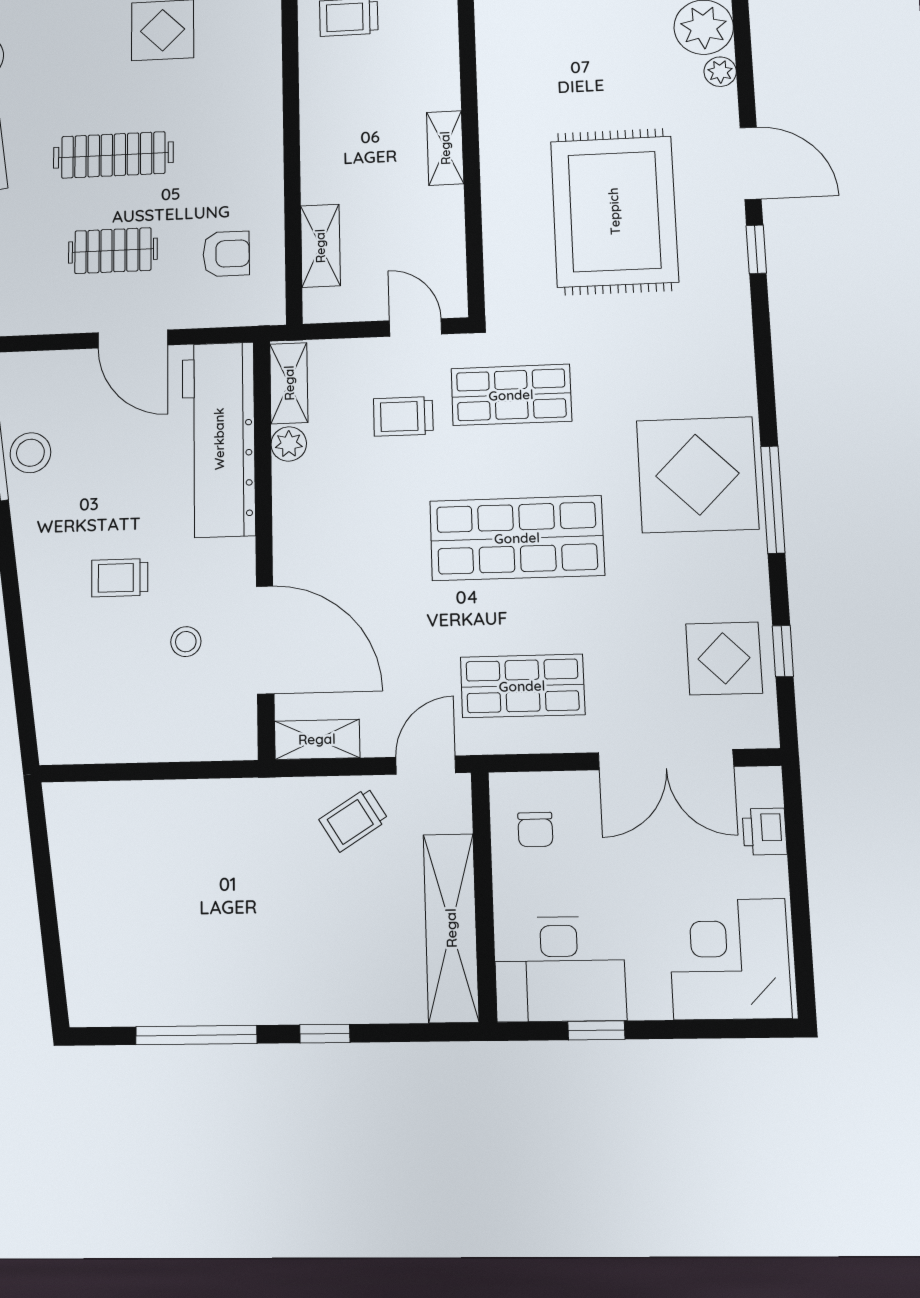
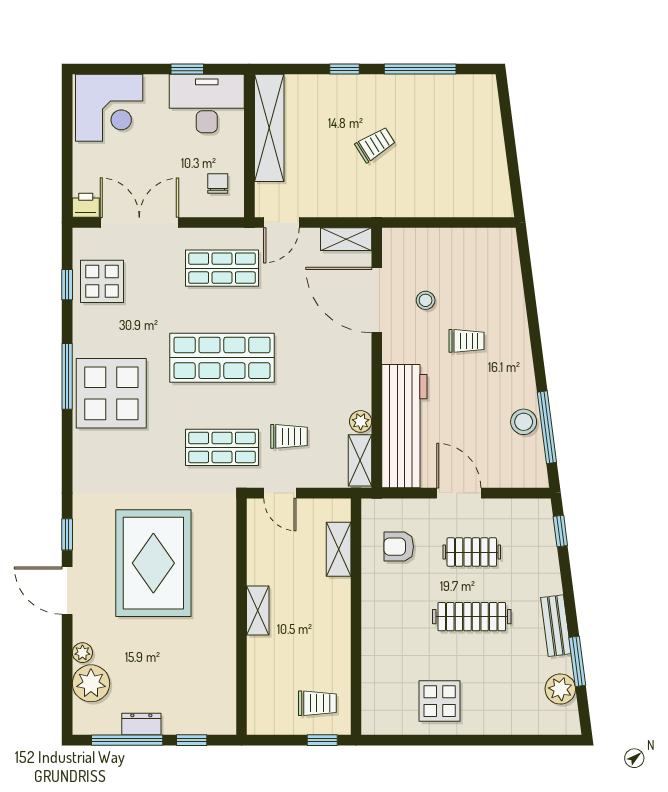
trolley: (354, 820) -> (375, 144), moved
printer: (765, 832) -> (86, 205), moved, turned -90

